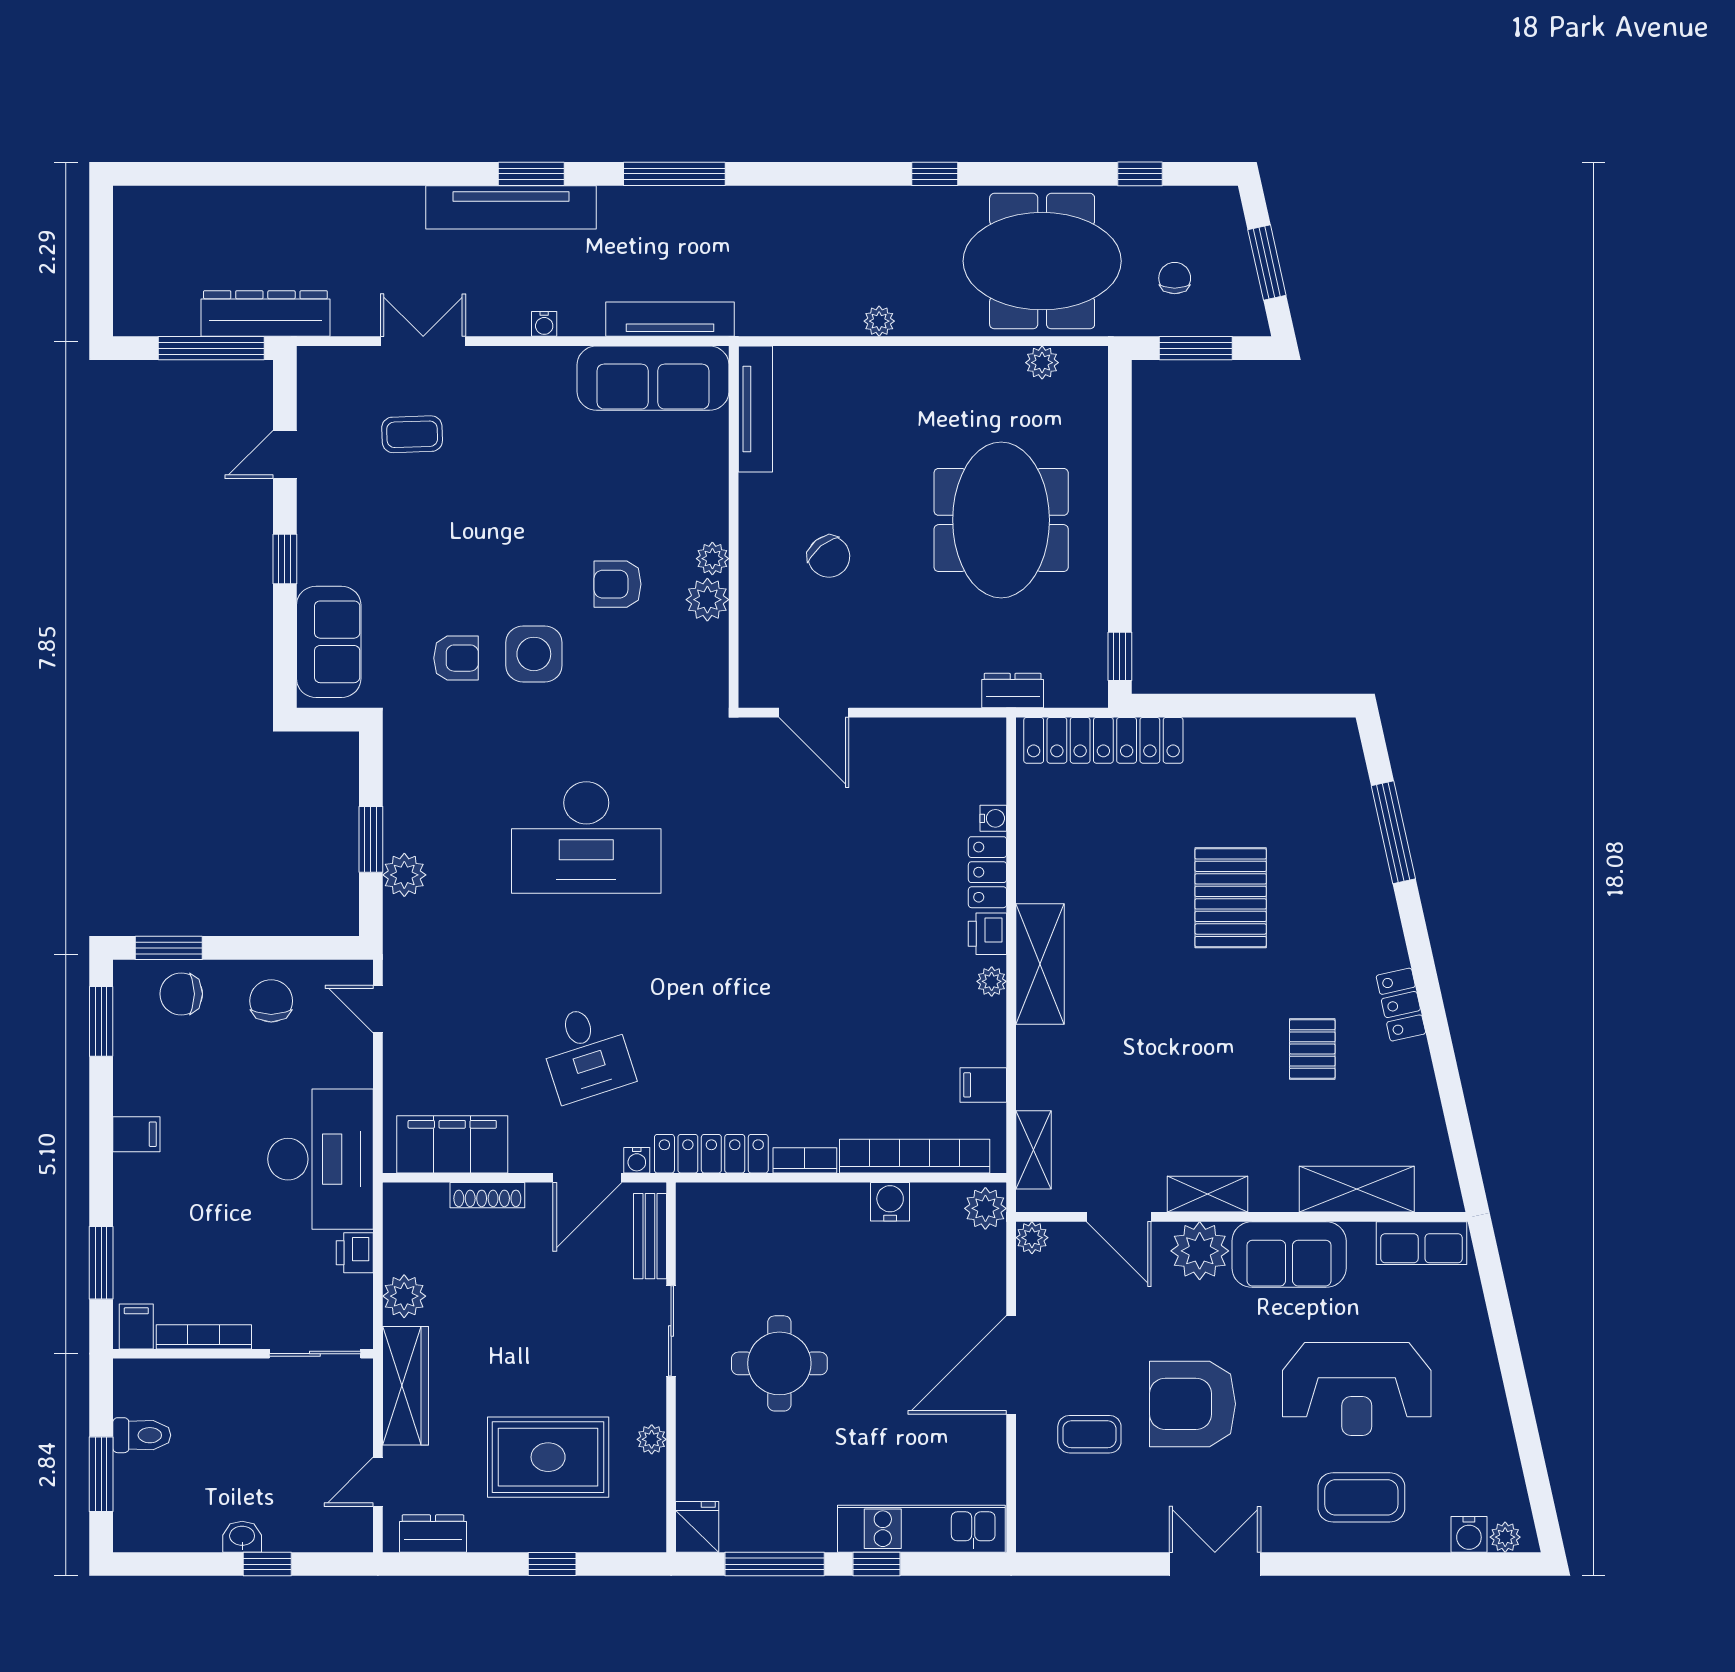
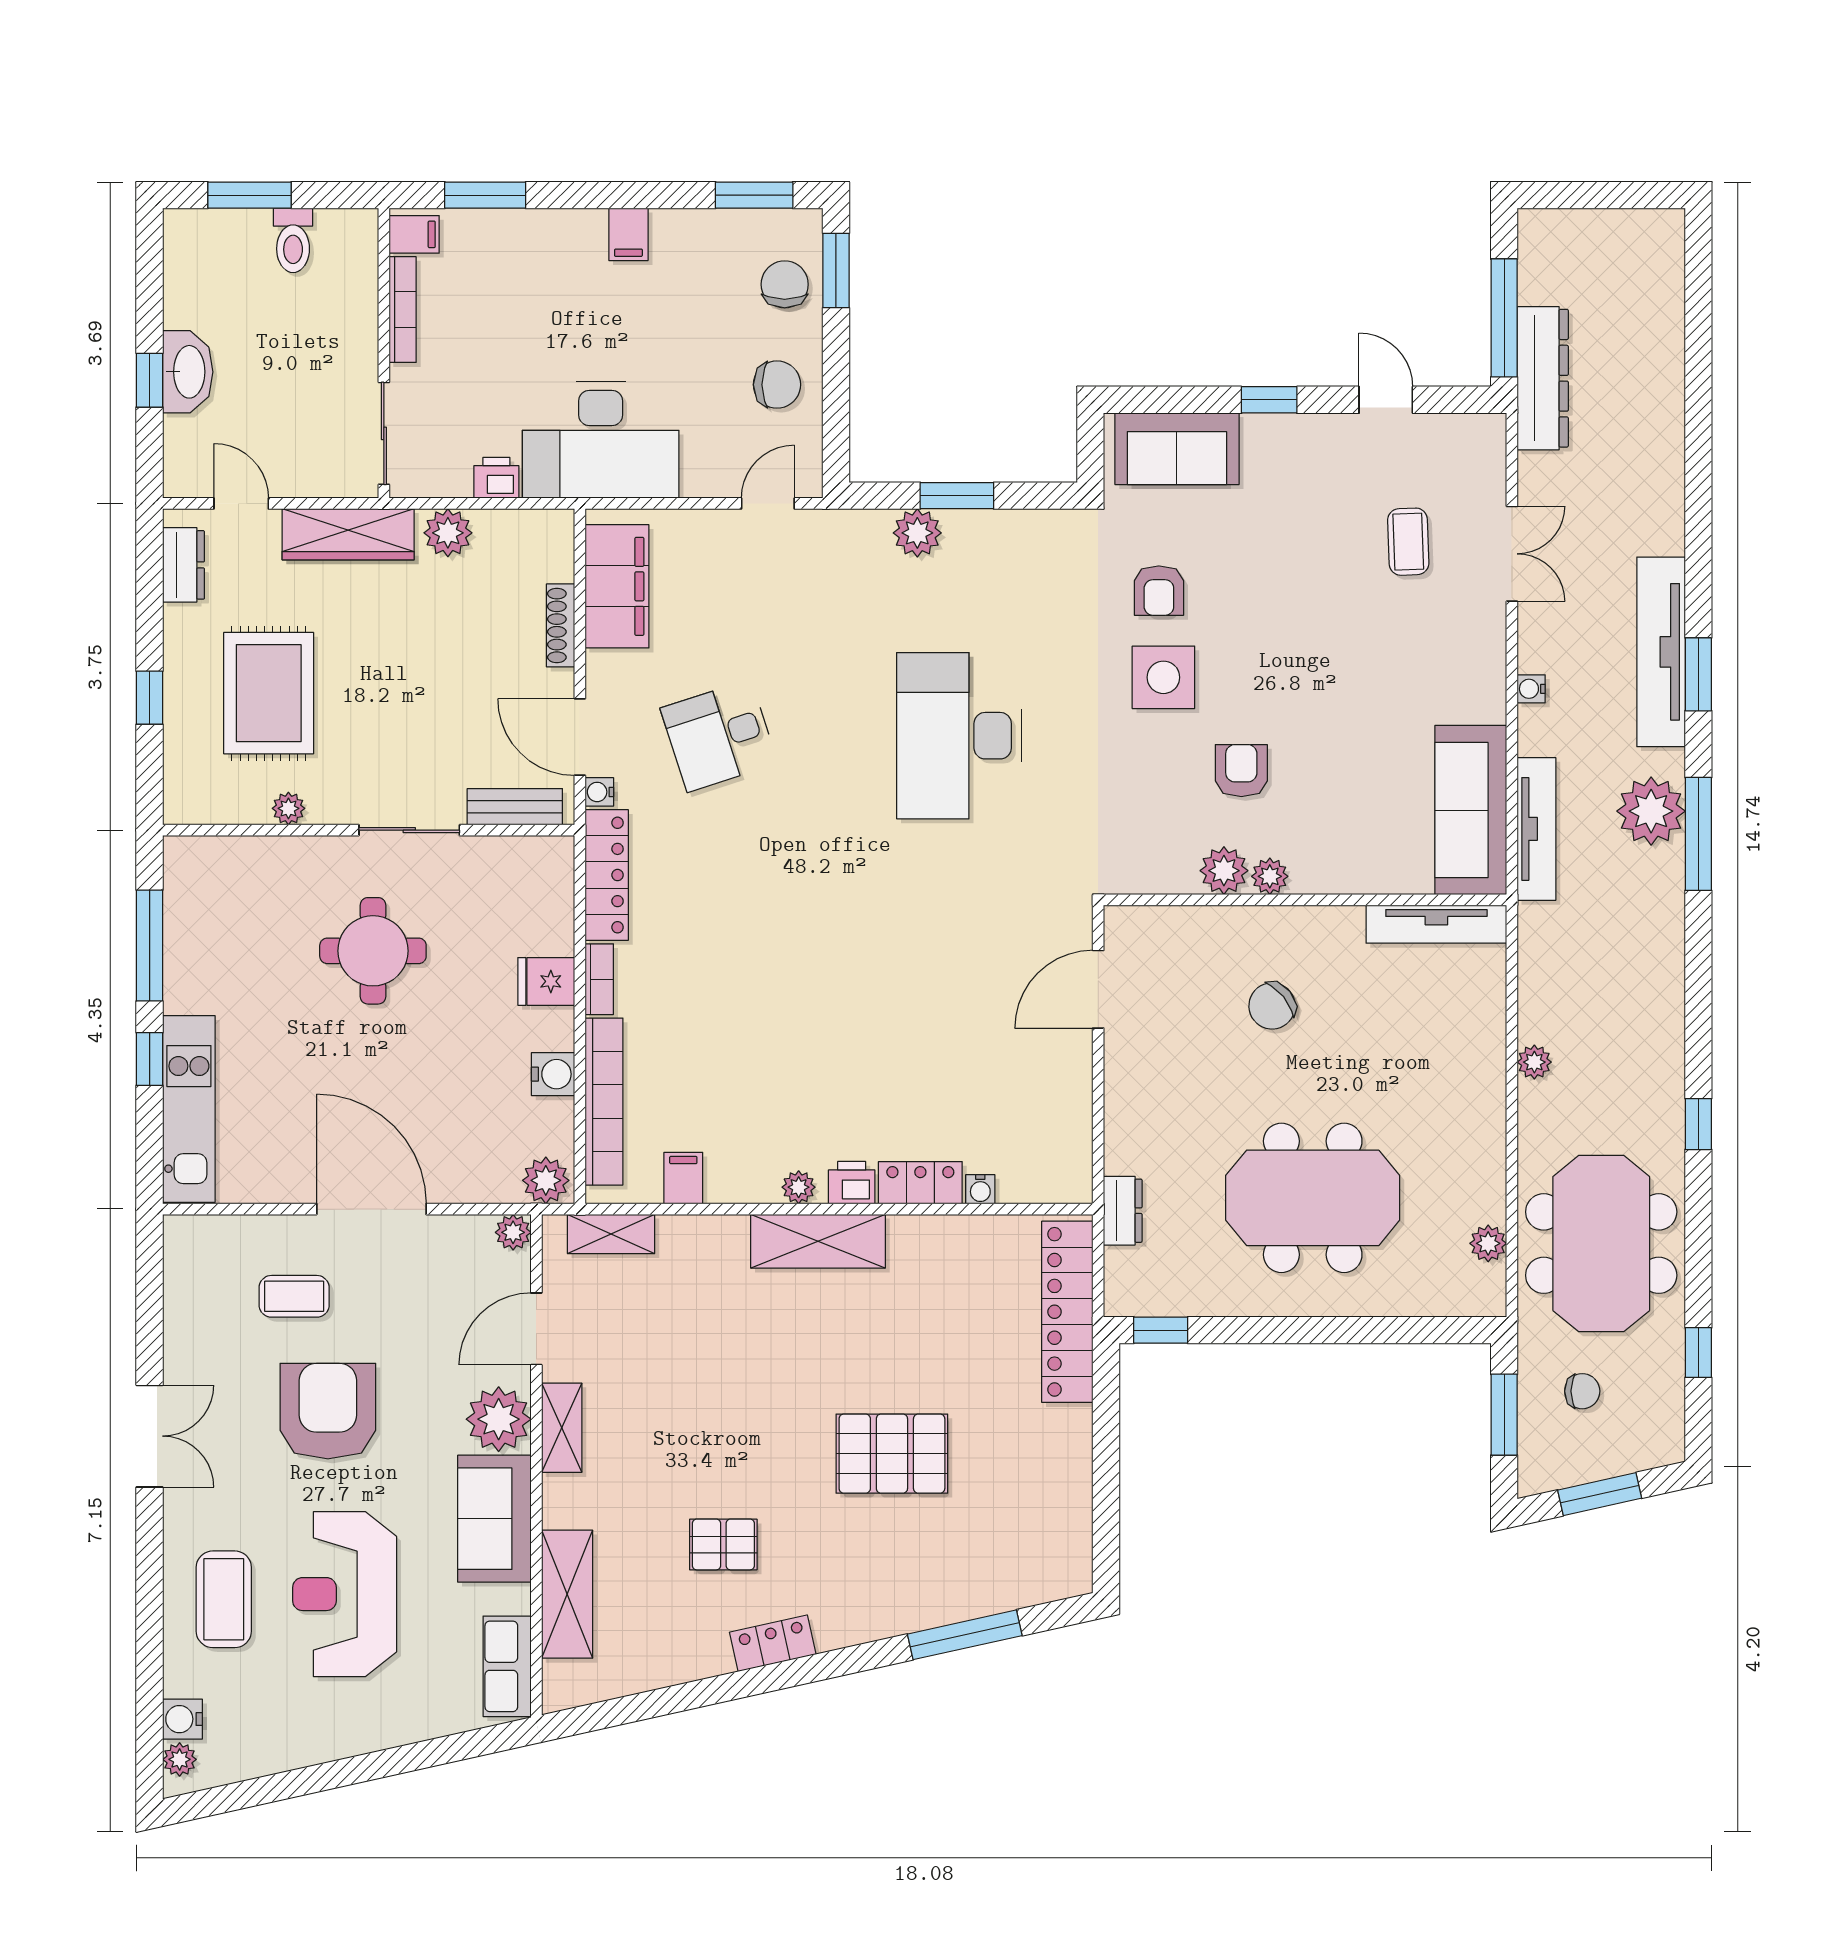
plant: (654, 216) -> (1651, 811), added
coffee table: (1089, 1434) -> (294, 1296), turned 90
fridge: (697, 1527) -> (546, 981), moved, turned 180
washbasin: (242, 1537) -> (188, 372), width x1.91, depth x1.45

